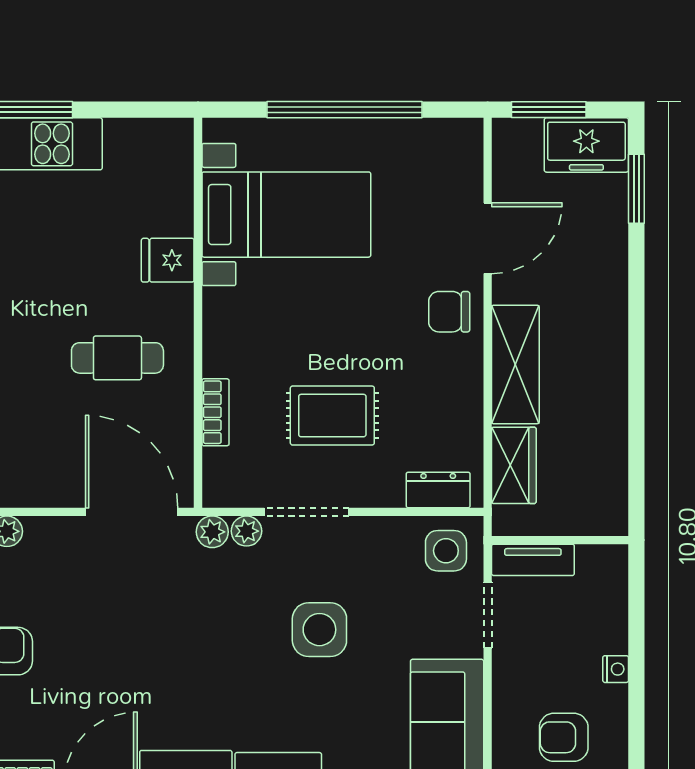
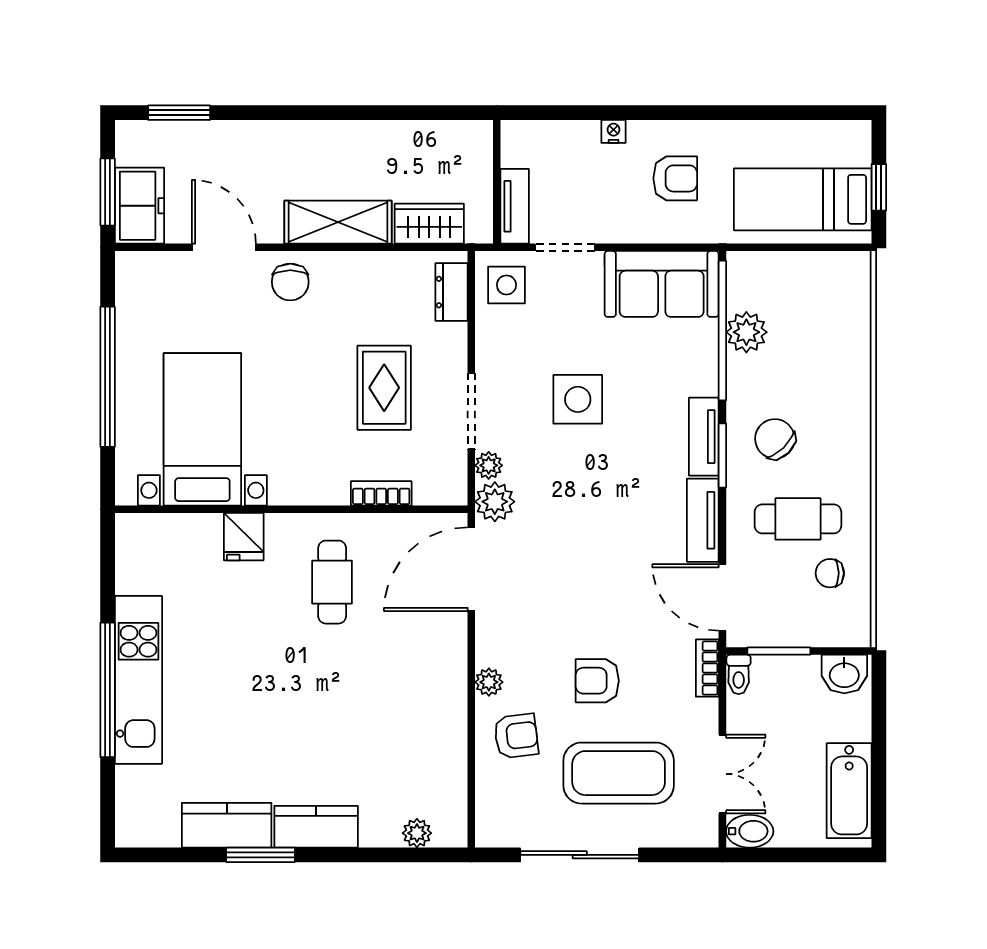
freezer: (586, 145) -> (139, 206), moved
plant: (212, 532) -> (495, 502), width x1.38, depth x1.38
armchair: (564, 737) -> (675, 178), turned -90

